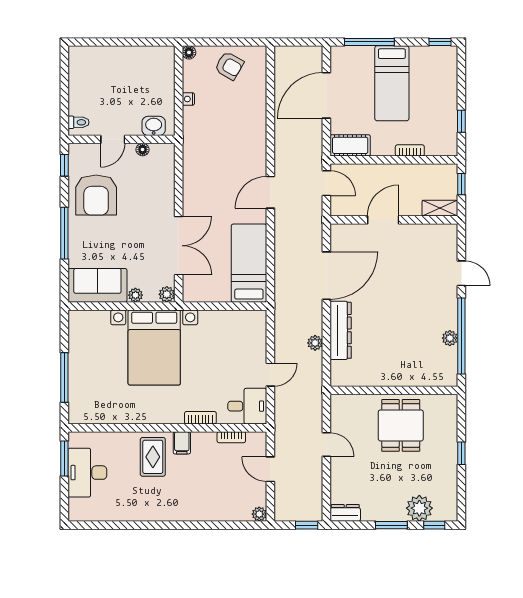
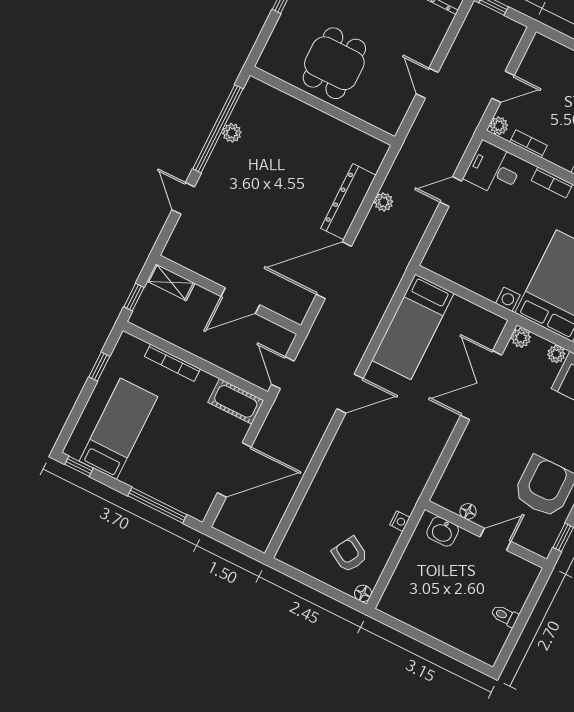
armchair: (229, 66) -> (350, 554), moved
bed: (392, 83) -> (118, 429), moved
nightstand: (188, 99) -> (400, 521), moved
toilet: (78, 122) -> (505, 616), moved
bookcase: (410, 150) -> (172, 363), width x1.56
door: (270, 469) -> (503, 87), hinge flipped
plant: (259, 514) -> (499, 126), moved

